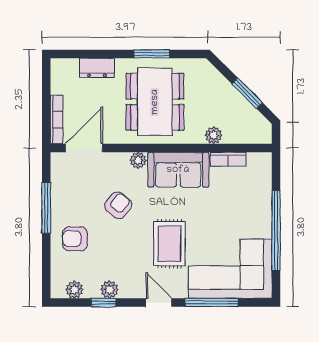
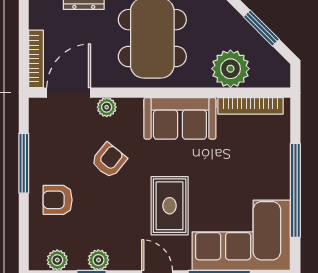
plant: (214, 135) -> (230, 69), width x1.88, depth x1.88
bookcase: (228, 159) -> (250, 106), width x1.56
plant: (138, 160) -> (107, 107), moved

